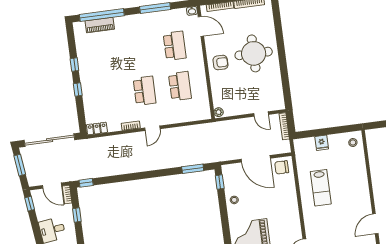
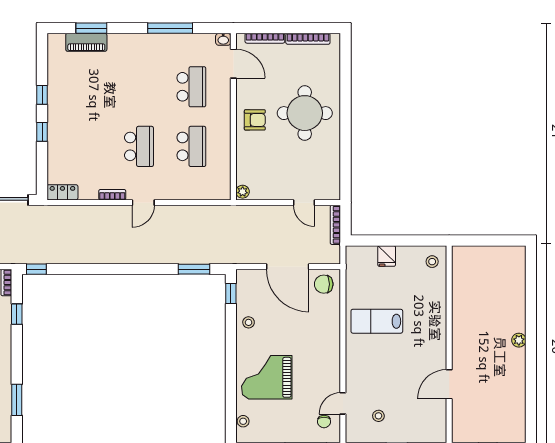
window: (102, 15) -> (91, 28), width x0.47
lab bench: (321, 188) -> (377, 321), turned 90

